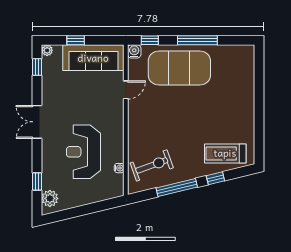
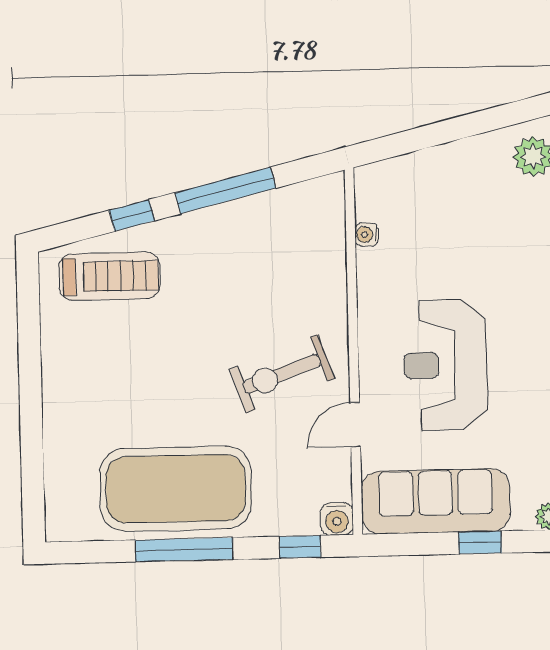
exercise mat: (179, 68) -> (176, 489), moved
reception desk: (83, 152) -> (445, 365), moved, turned 180
exercise bike: (152, 165) -> (282, 374), moved

